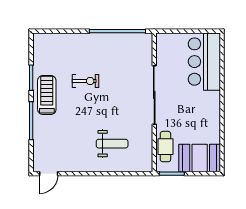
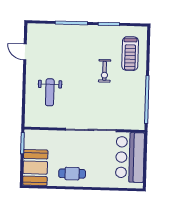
bar counter: (204, 62) -> (130, 157), moved, turned -90
treadmill: (47, 95) -> (130, 54), moved, turned 90
cafe table: (165, 147) -> (72, 174), moved
door: (49, 174) -> (25, 52), moved

